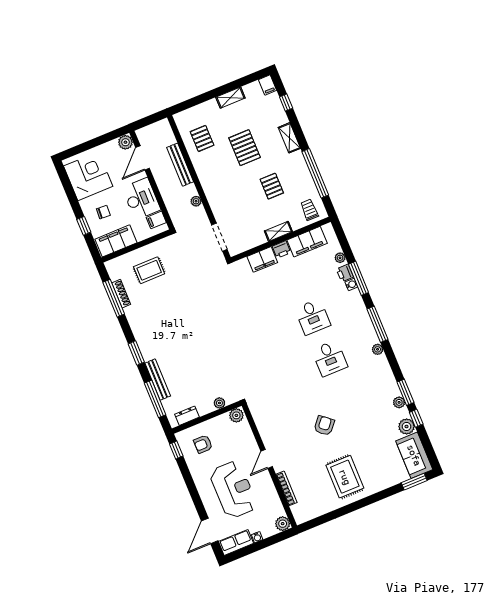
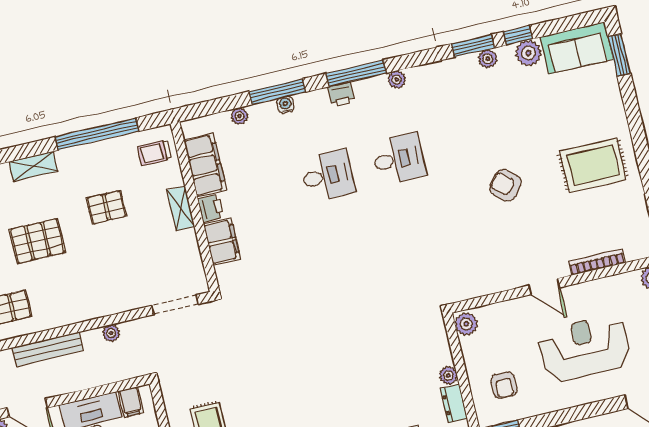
printer: (345, 273) -> (341, 94), moved
plant: (219, 403) -> (448, 376), moved

